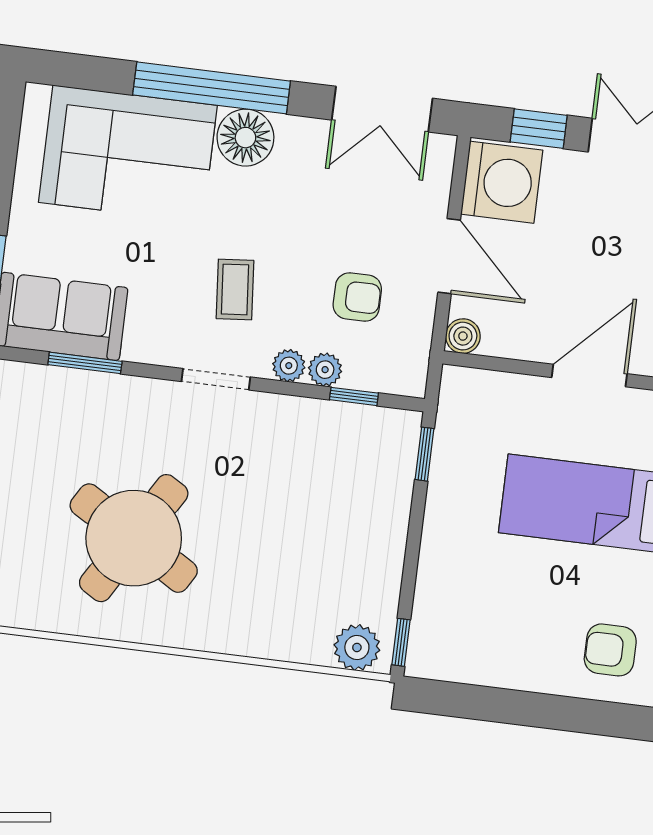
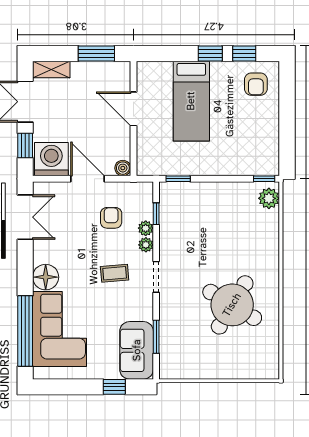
window: (212, 88) -> (25, 331), moved
door: (449, 256) -> (88, 179), hinge flipped

